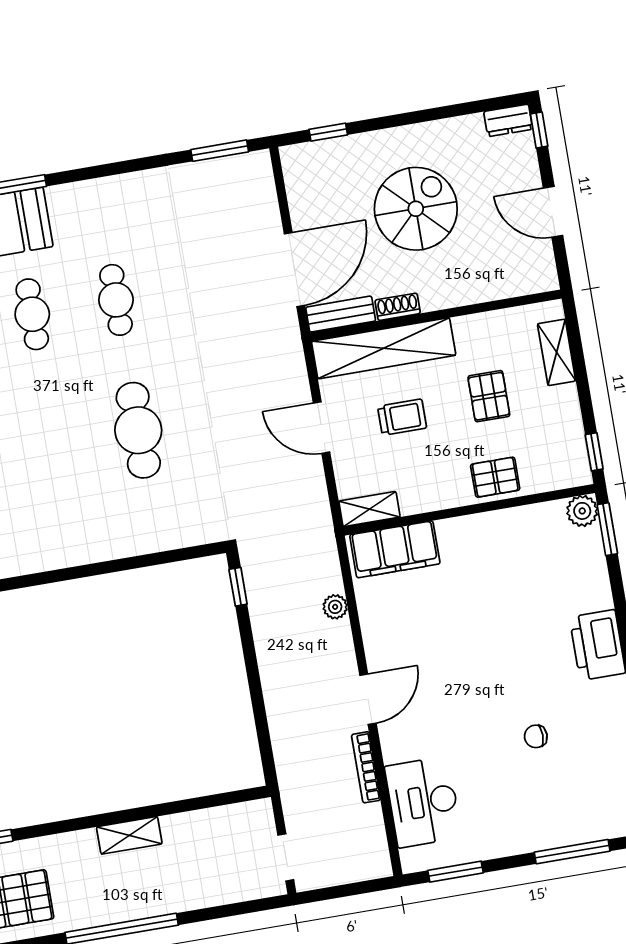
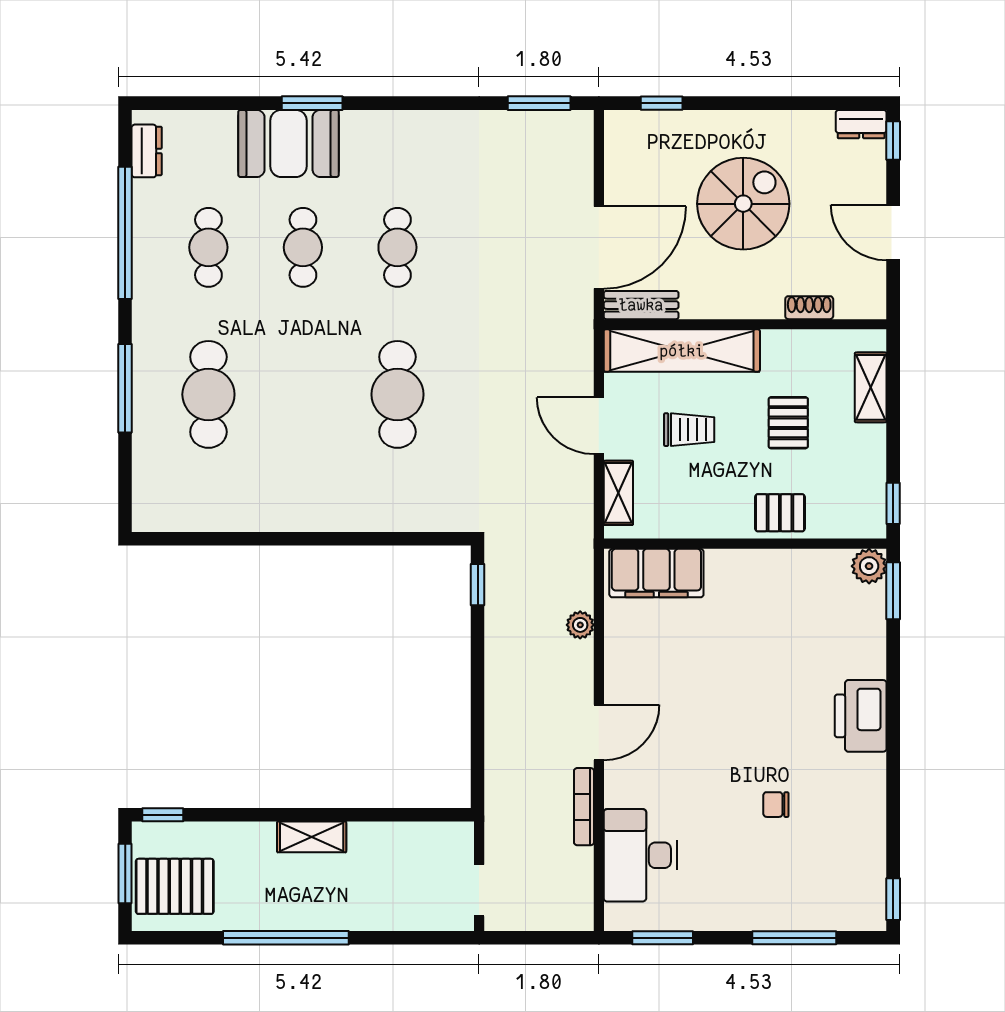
shoe rack: (398, 307) -> (809, 308), moved
shelving: (370, 509) -> (618, 493), moved, turned 90

